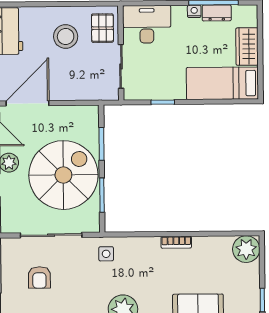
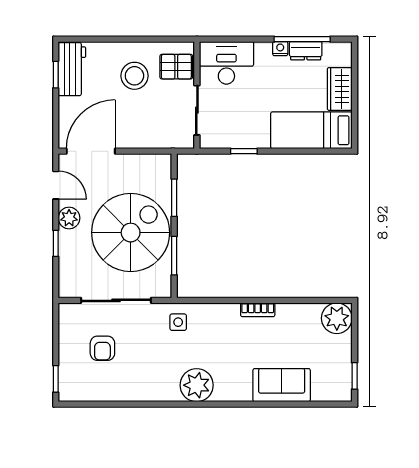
pallet: (102, 28) -> (176, 67), turned 90

